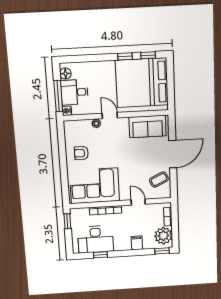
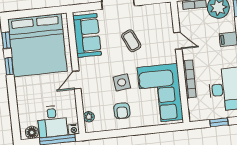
plant: (96, 123) -> (89, 117), moved
side table: (106, 154) -> (122, 82), added
coffee table: (159, 180) -> (131, 41), moved
door: (138, 202) -> (178, 41), swing flipped
window: (67, 221) -> (219, 122), moved

